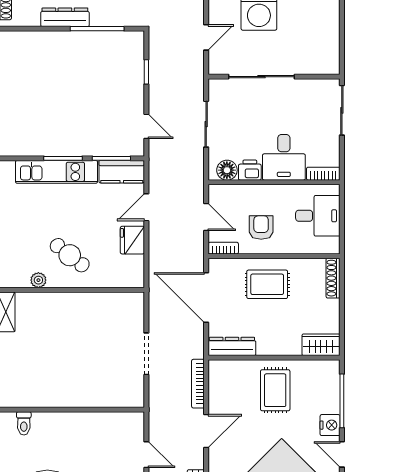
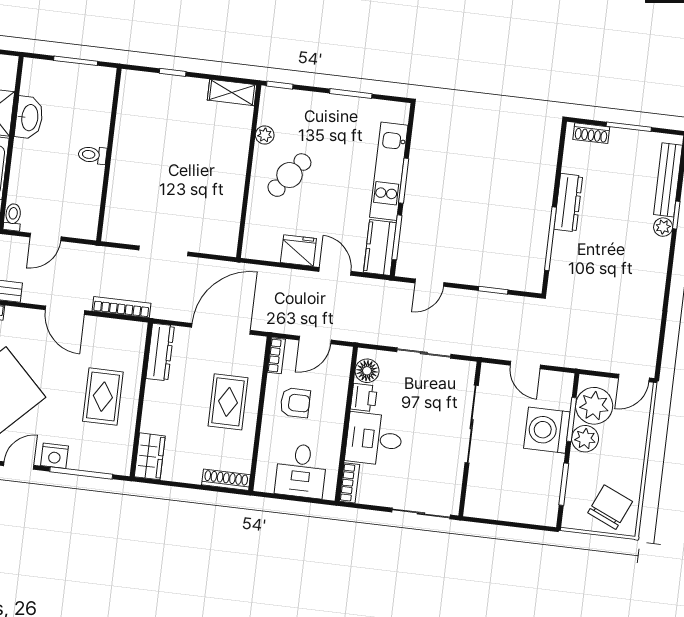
rug: (275, 390) -> (103, 397), turned 90
toilet: (24, 423) -> (92, 155), moved

